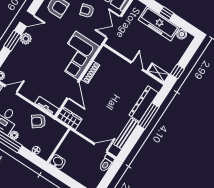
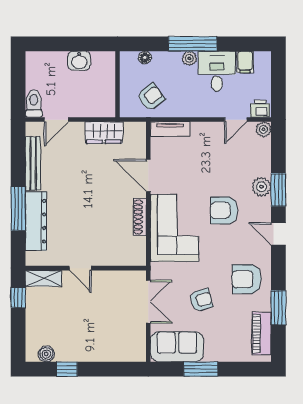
window: (166, 13) -> (67, 369), moved
door: (27, 19) -> (278, 234), hinge flipped
freezer: (159, 24) -> (88, 348), removed
plant: (26, 39) -> (262, 187), moved
armchair: (46, 48) -> (224, 210), added
wardrobe: (69, 118) -> (104, 133), moved
armchair: (38, 121) -> (151, 97), moved
washbasin: (58, 162) -> (79, 61), moved

